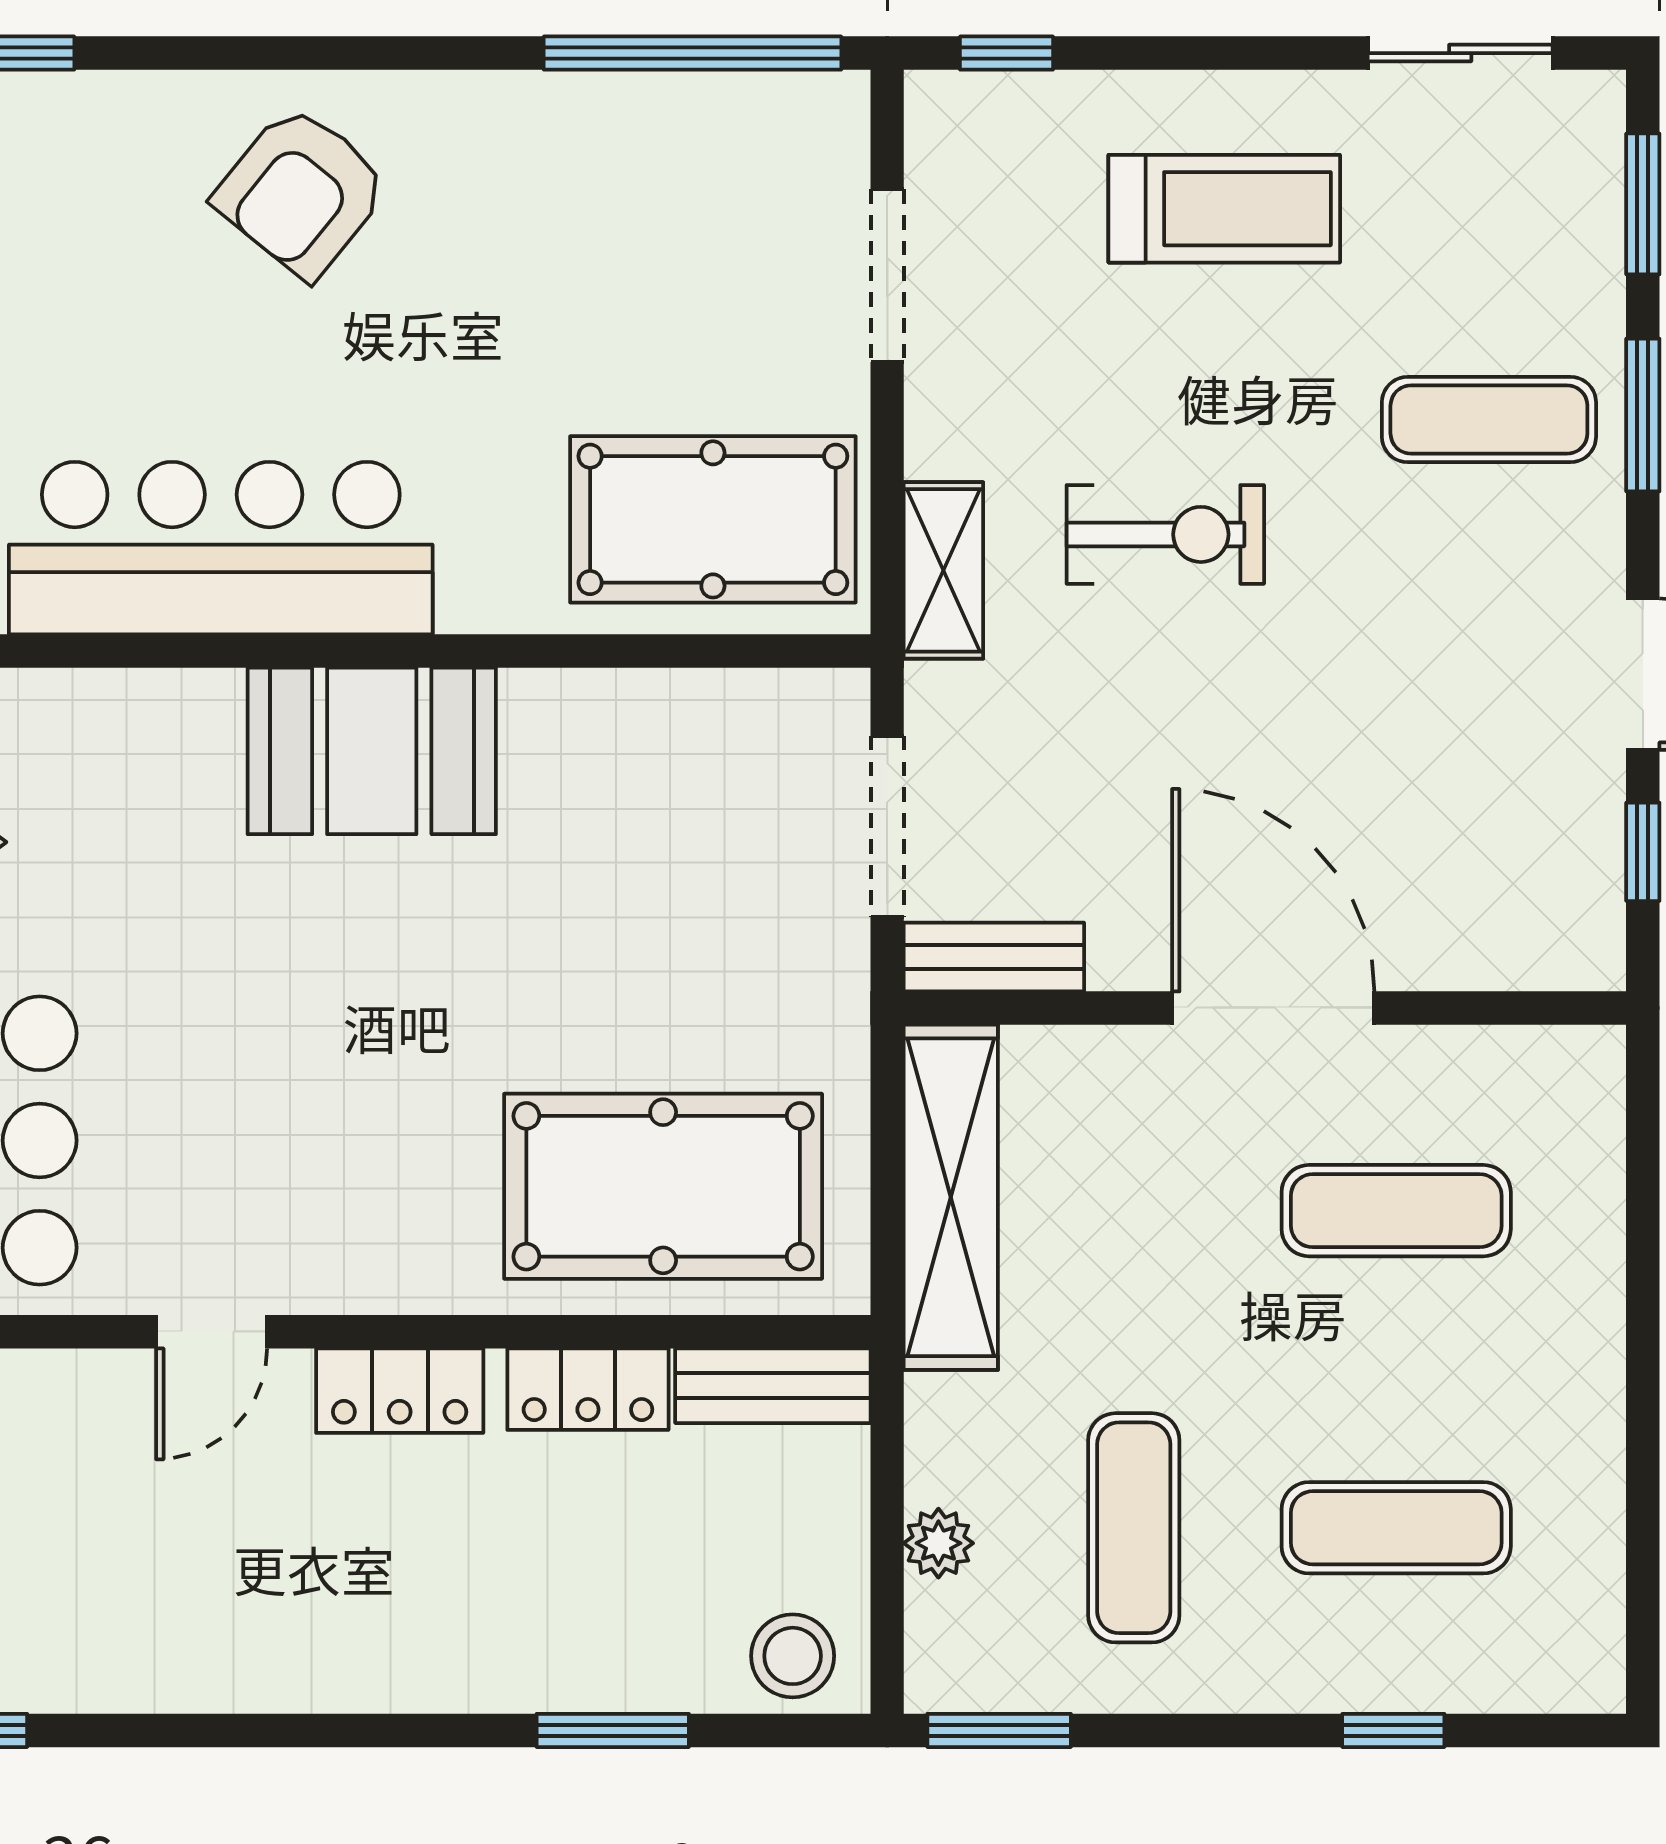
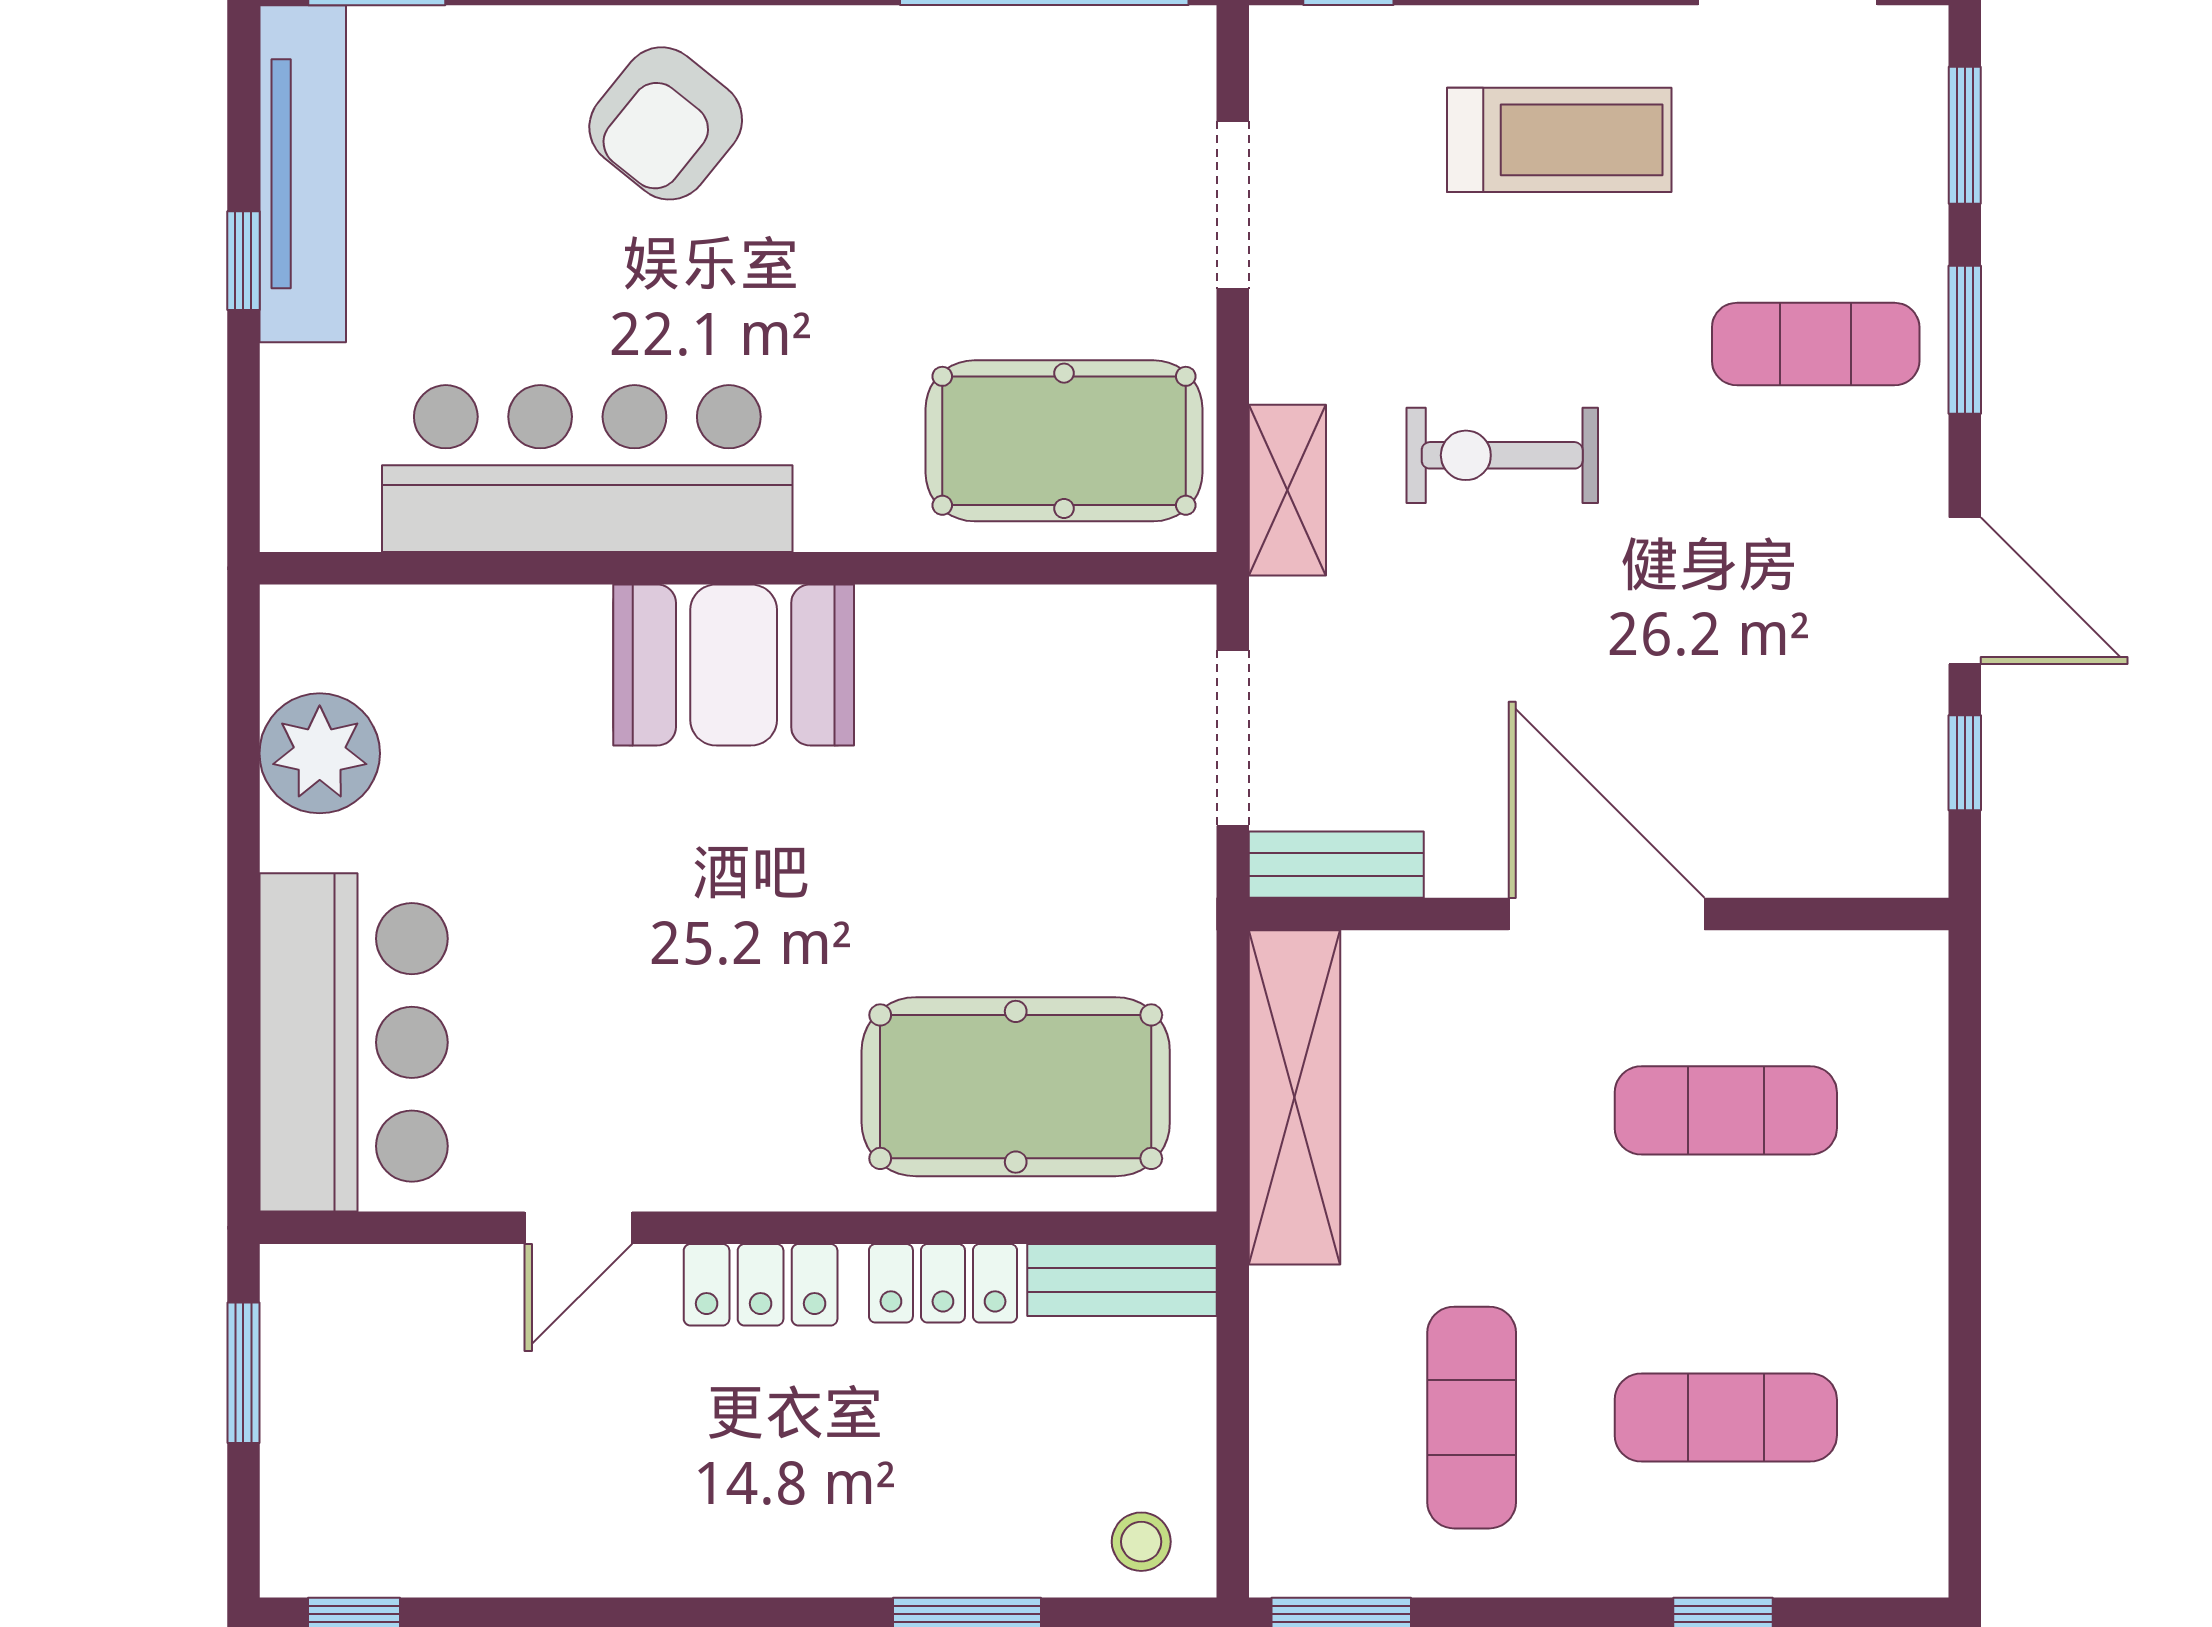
exercise bike: (1165, 534) -> (1502, 455), turned 180
plant: (938, 1543) -> (1282, 1432), removed
stool: (793, 1656) -> (1141, 1542), width x0.73, depth x0.73

